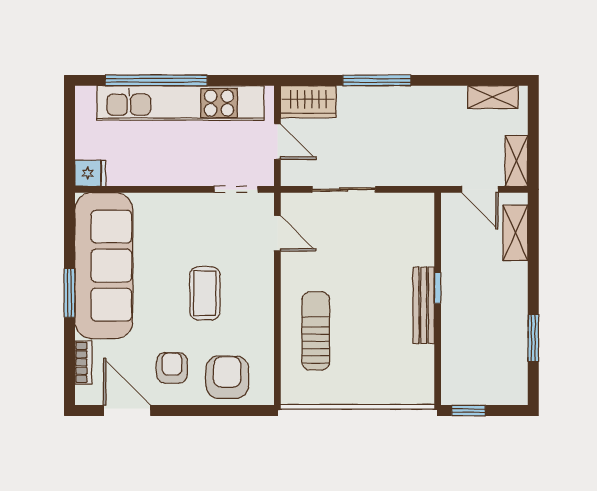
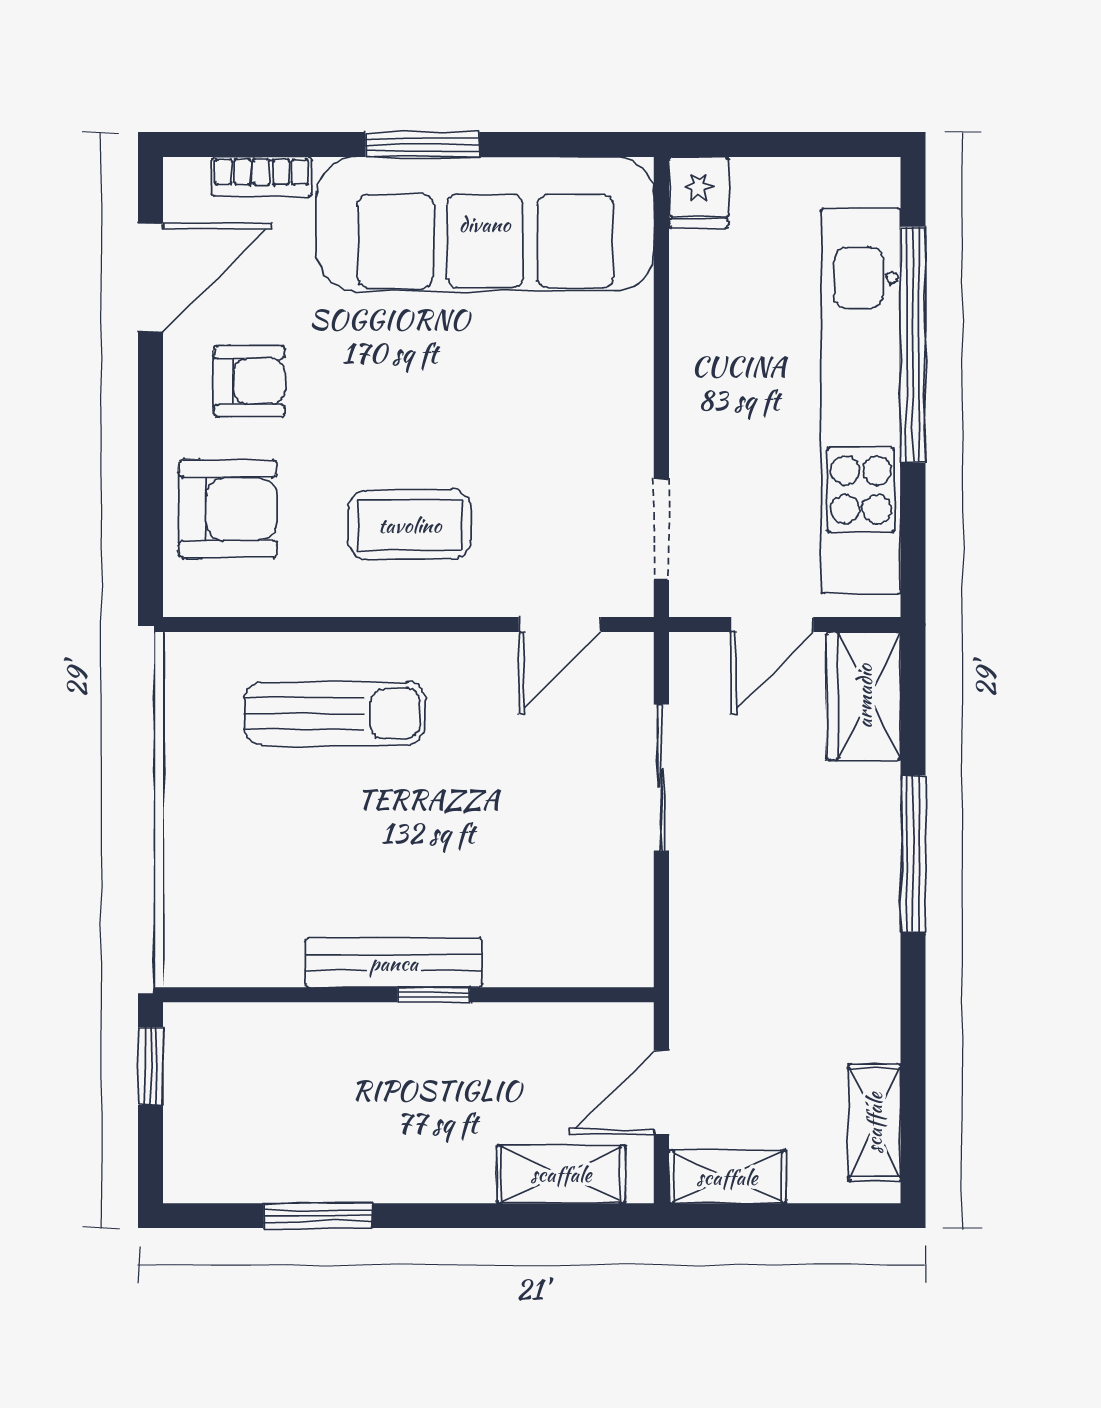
coffee table: (205, 293) -> (410, 525), moved

